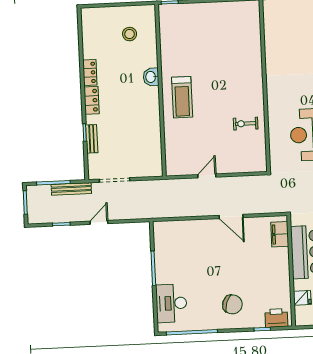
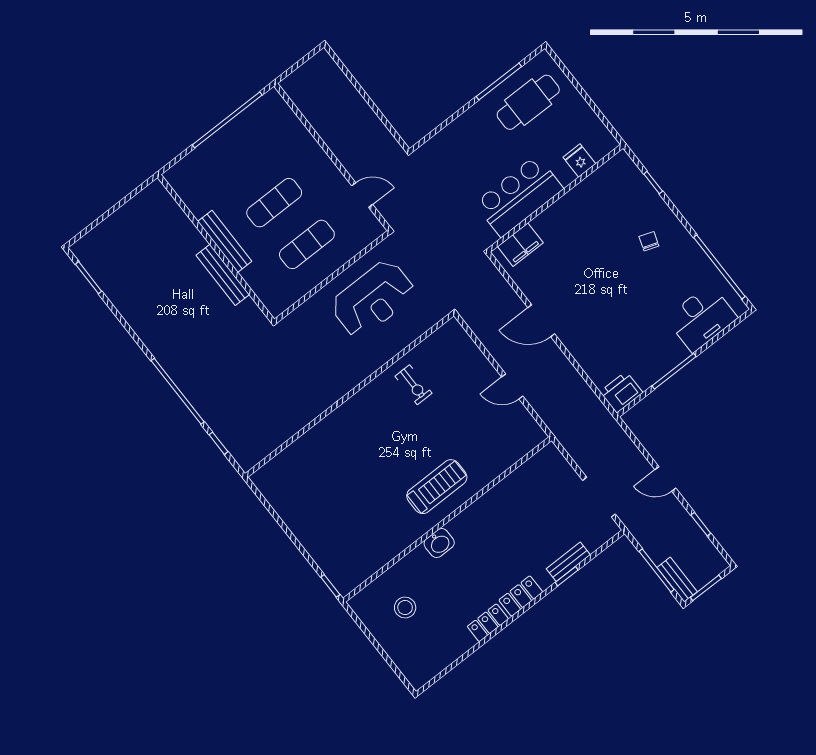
bench: (71, 189) -> (677, 580), moved, width x0.73
door: (231, 216) -> (541, 321), swing flipped
chair: (232, 304) -> (649, 241), width x0.54, depth x0.54
printer: (276, 318) -> (621, 392), moved, turned 90

